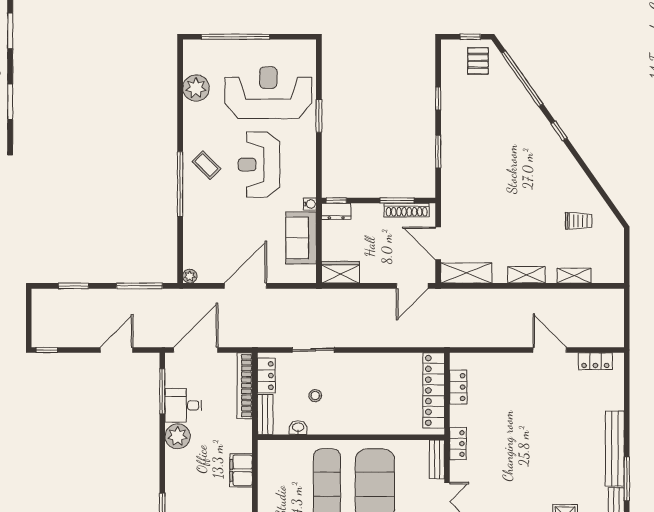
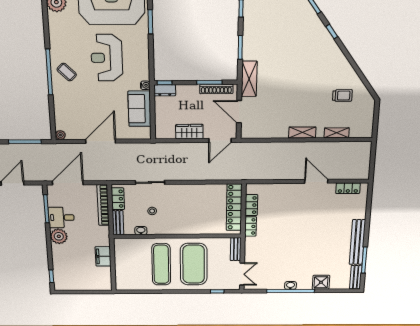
coffee table: (206, 165) -> (67, 72), moved
wardrobe: (340, 272) -> (189, 132), moved
shelving: (466, 273) -> (249, 79), moved, turned 90
locker: (458, 444) -> (251, 226), moved

